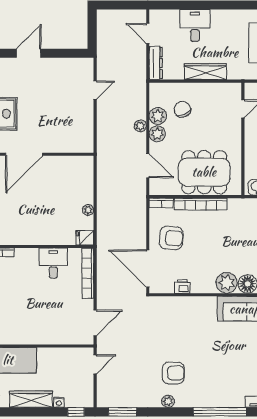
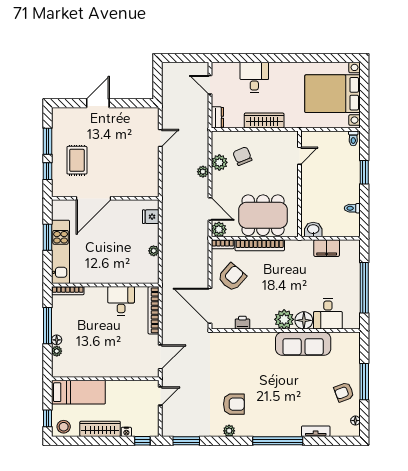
dresser: (156, 63) -> (217, 117), width x0.70
plant: (157, 134) -> (219, 229), moved
fridge: (85, 238) -> (151, 217), moved
armchair: (171, 238) -> (232, 277), turned -53

